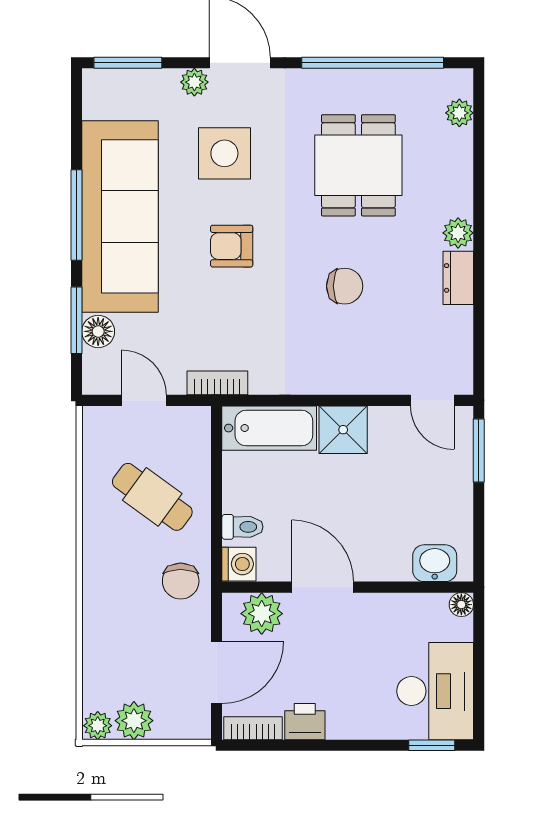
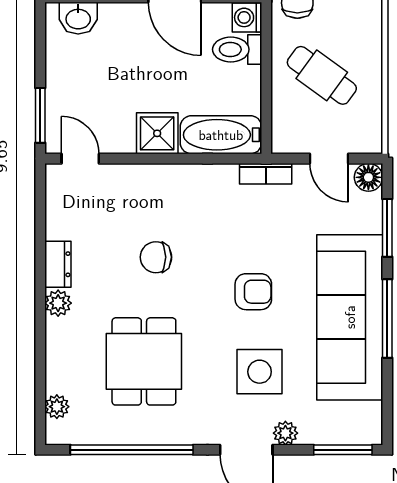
floor lamp: (98, 331) -> (368, 177), moved
toilet: (242, 527) -> (237, 49), width x1.37, depth x1.39

